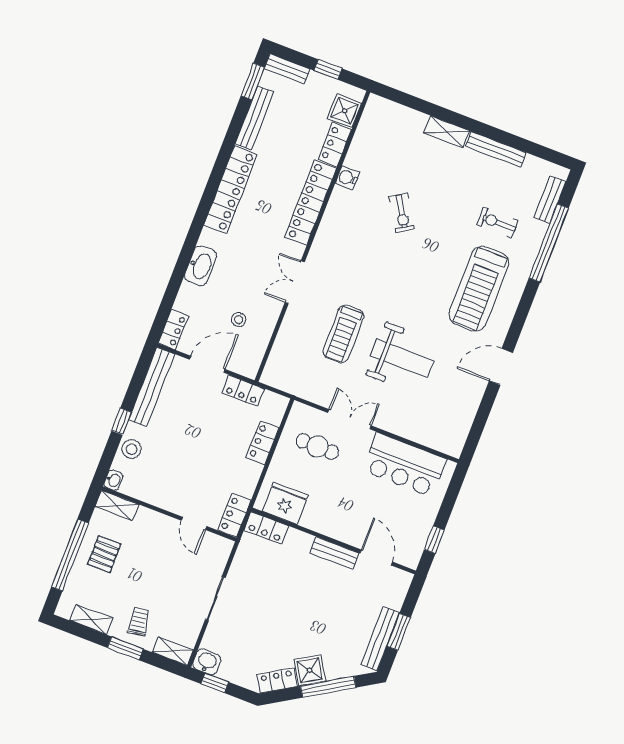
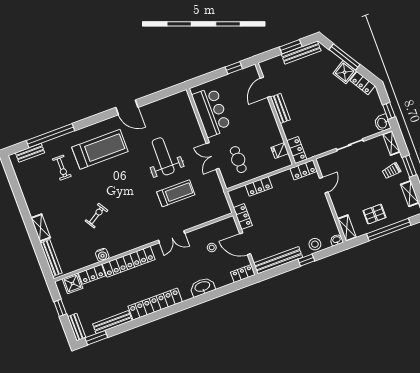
bench: (496, 150) -> (51, 258), moved
fridge: (285, 503) -> (280, 150), width x0.53, depth x0.75

